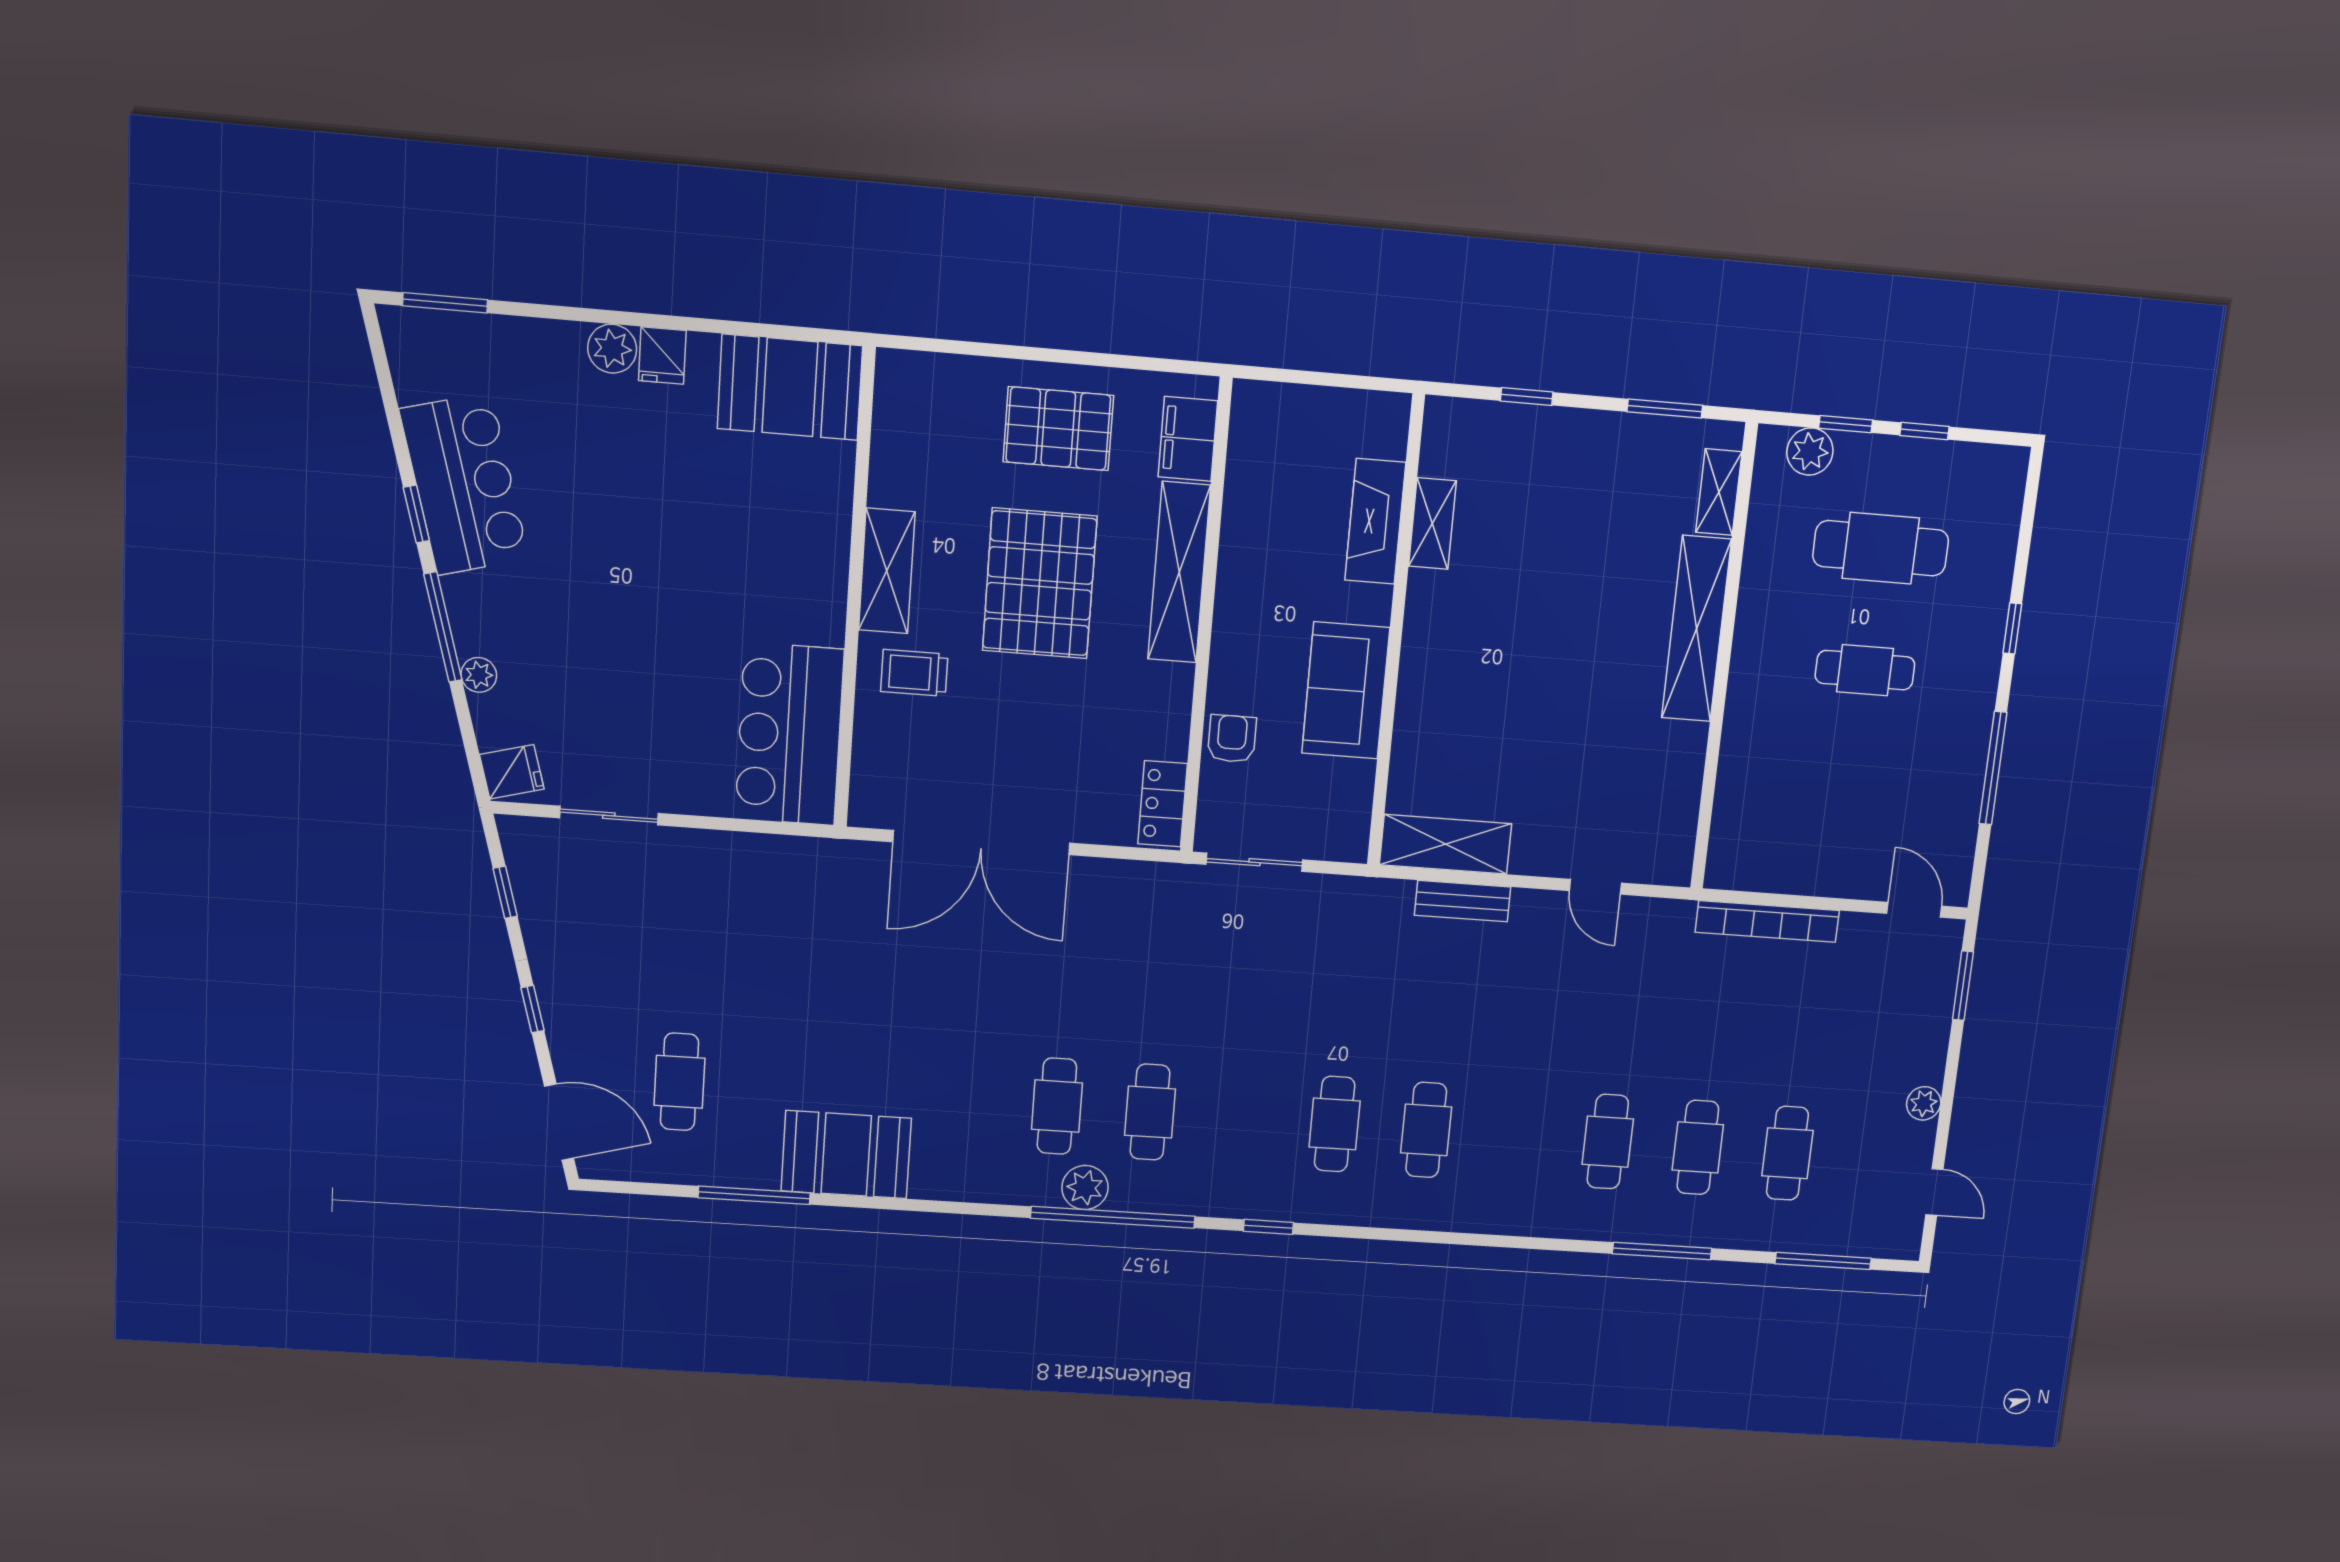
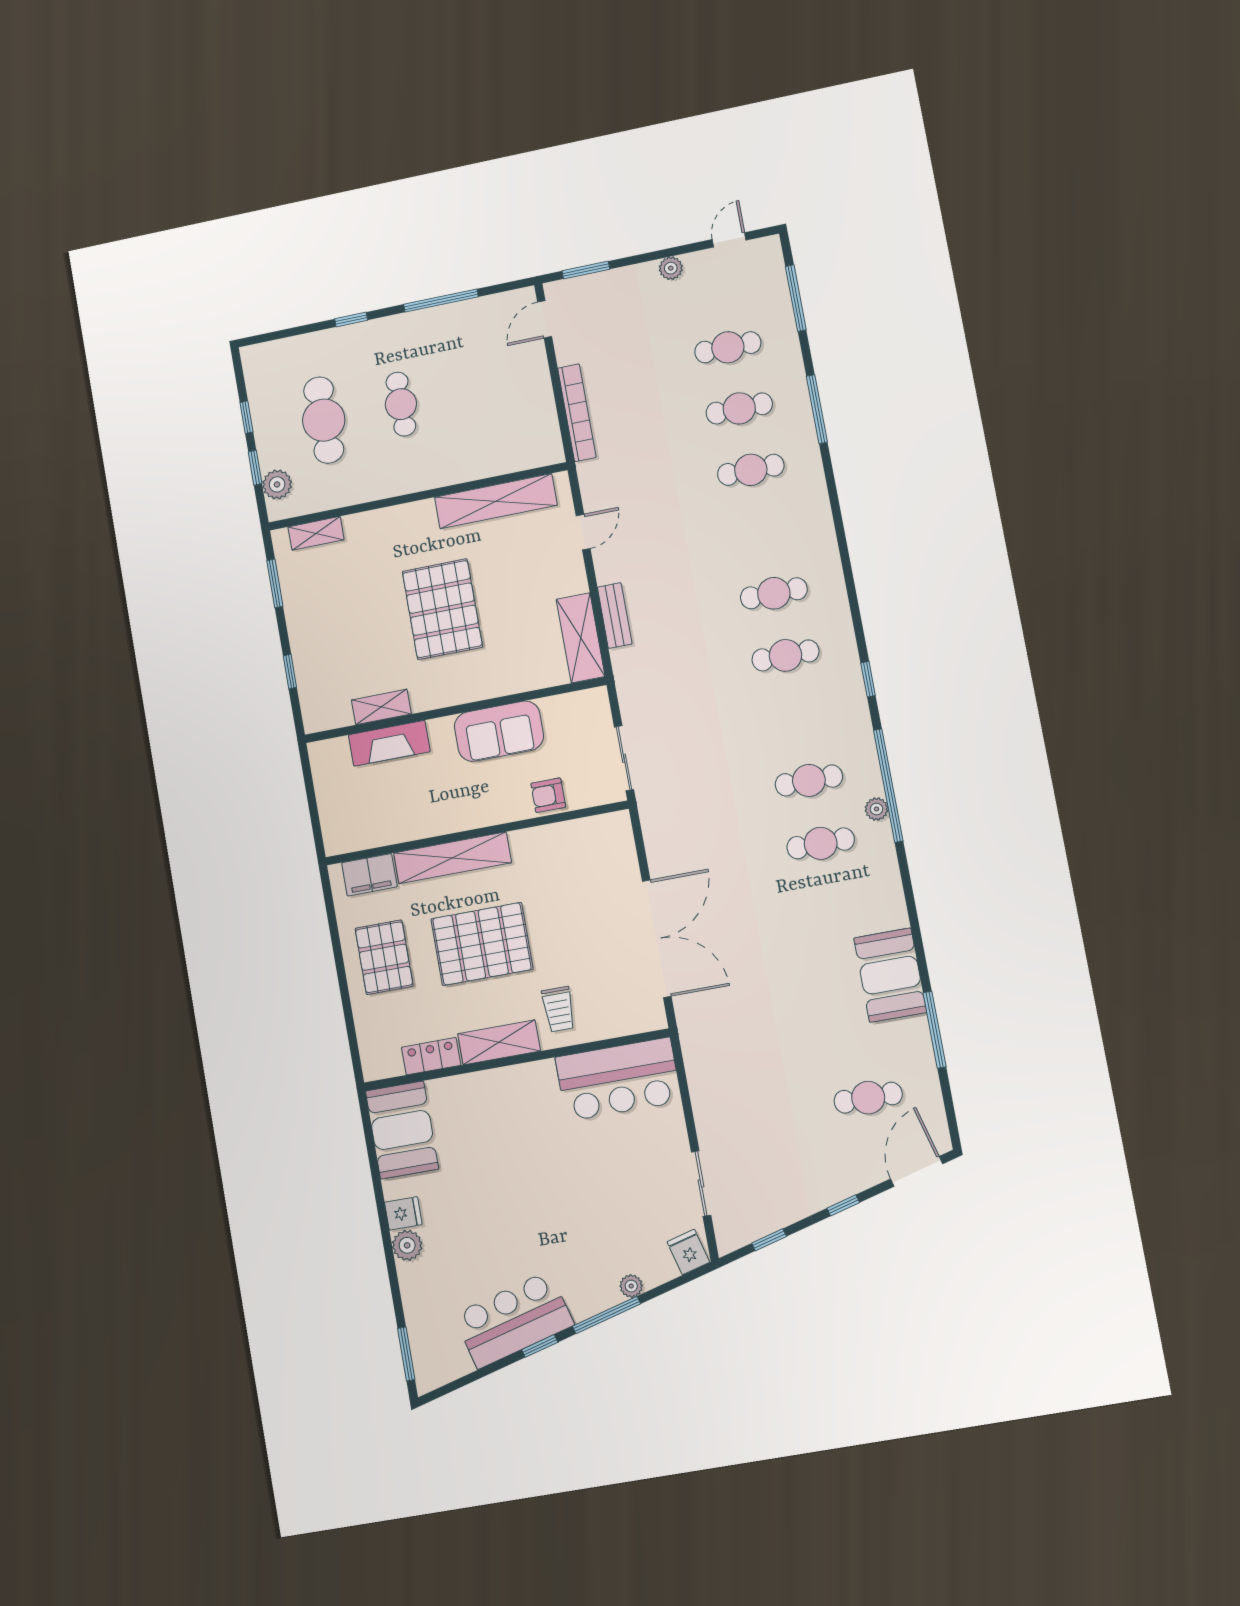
shelving: (1696, 629) -> (496, 501), moved
pallet: (1548, 653) -> (442, 609), added
locker: (1163, 804) -> (431, 1056), moved, turned 180
plant: (1085, 1188) -> (876, 809), width x0.73, depth x0.73

